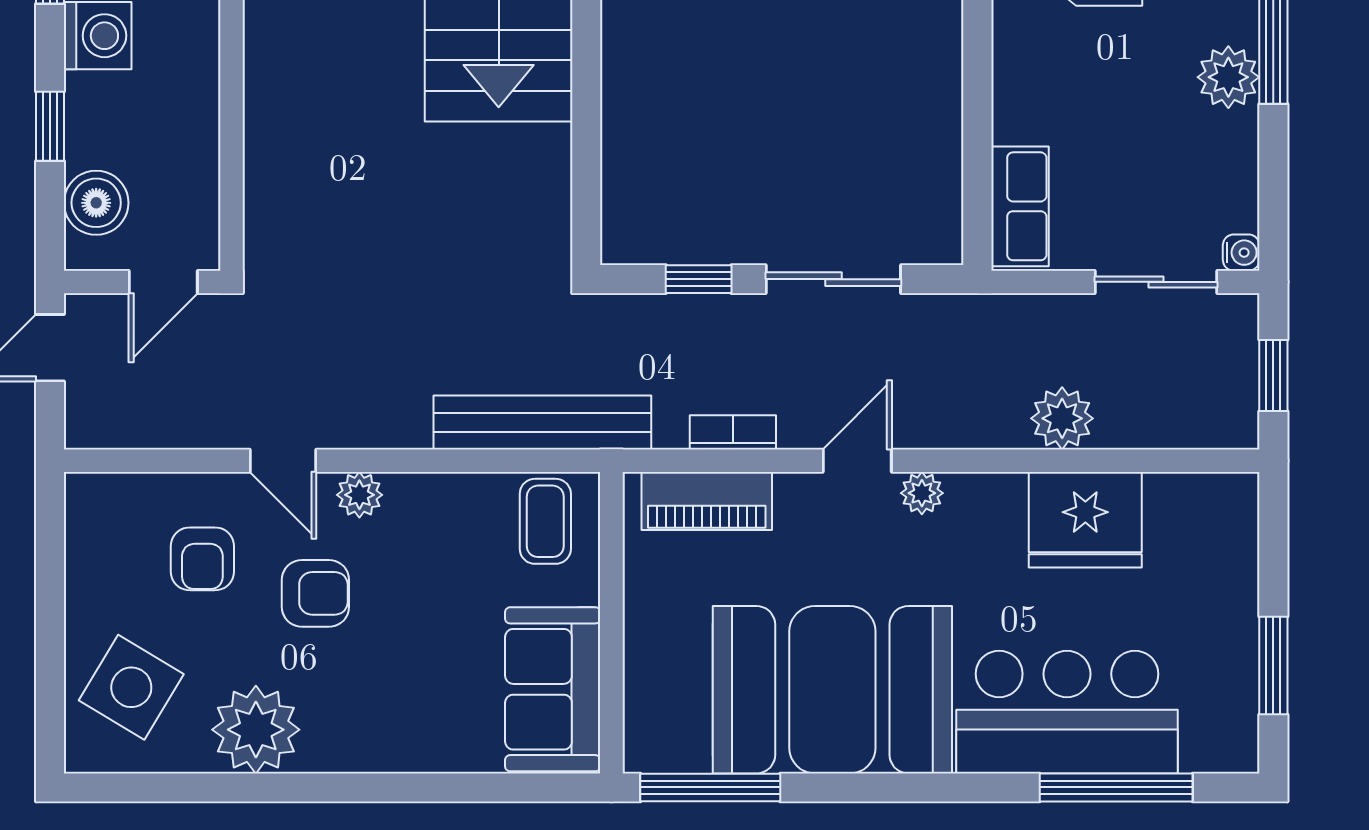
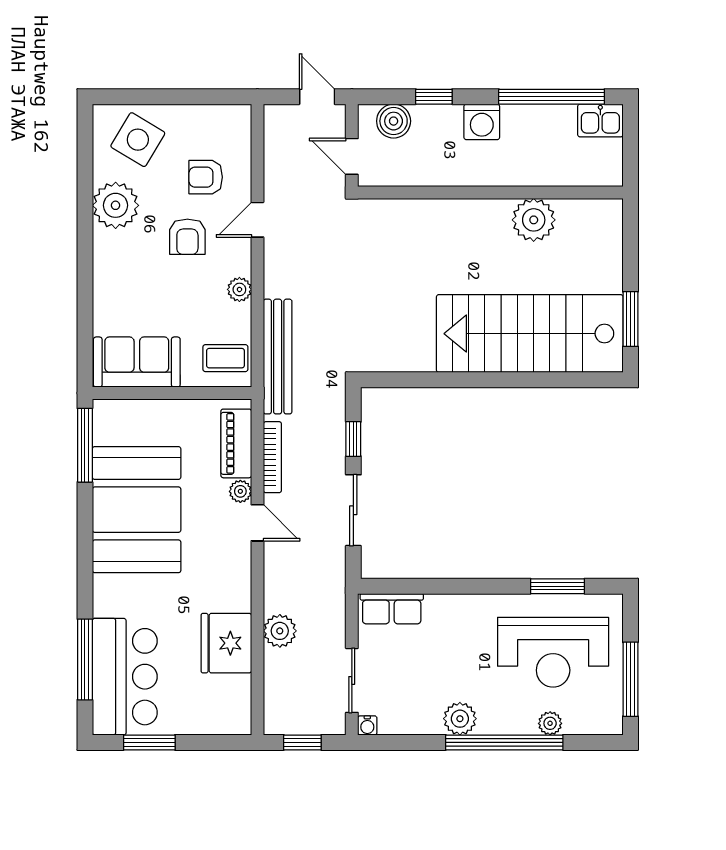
bookcase: (733, 432) -> (272, 457), width x1.56
plant: (922, 493) -> (240, 491), moved
plant: (359, 495) -> (239, 289), moved
bar counter: (1067, 712) -> (125, 677), moved

